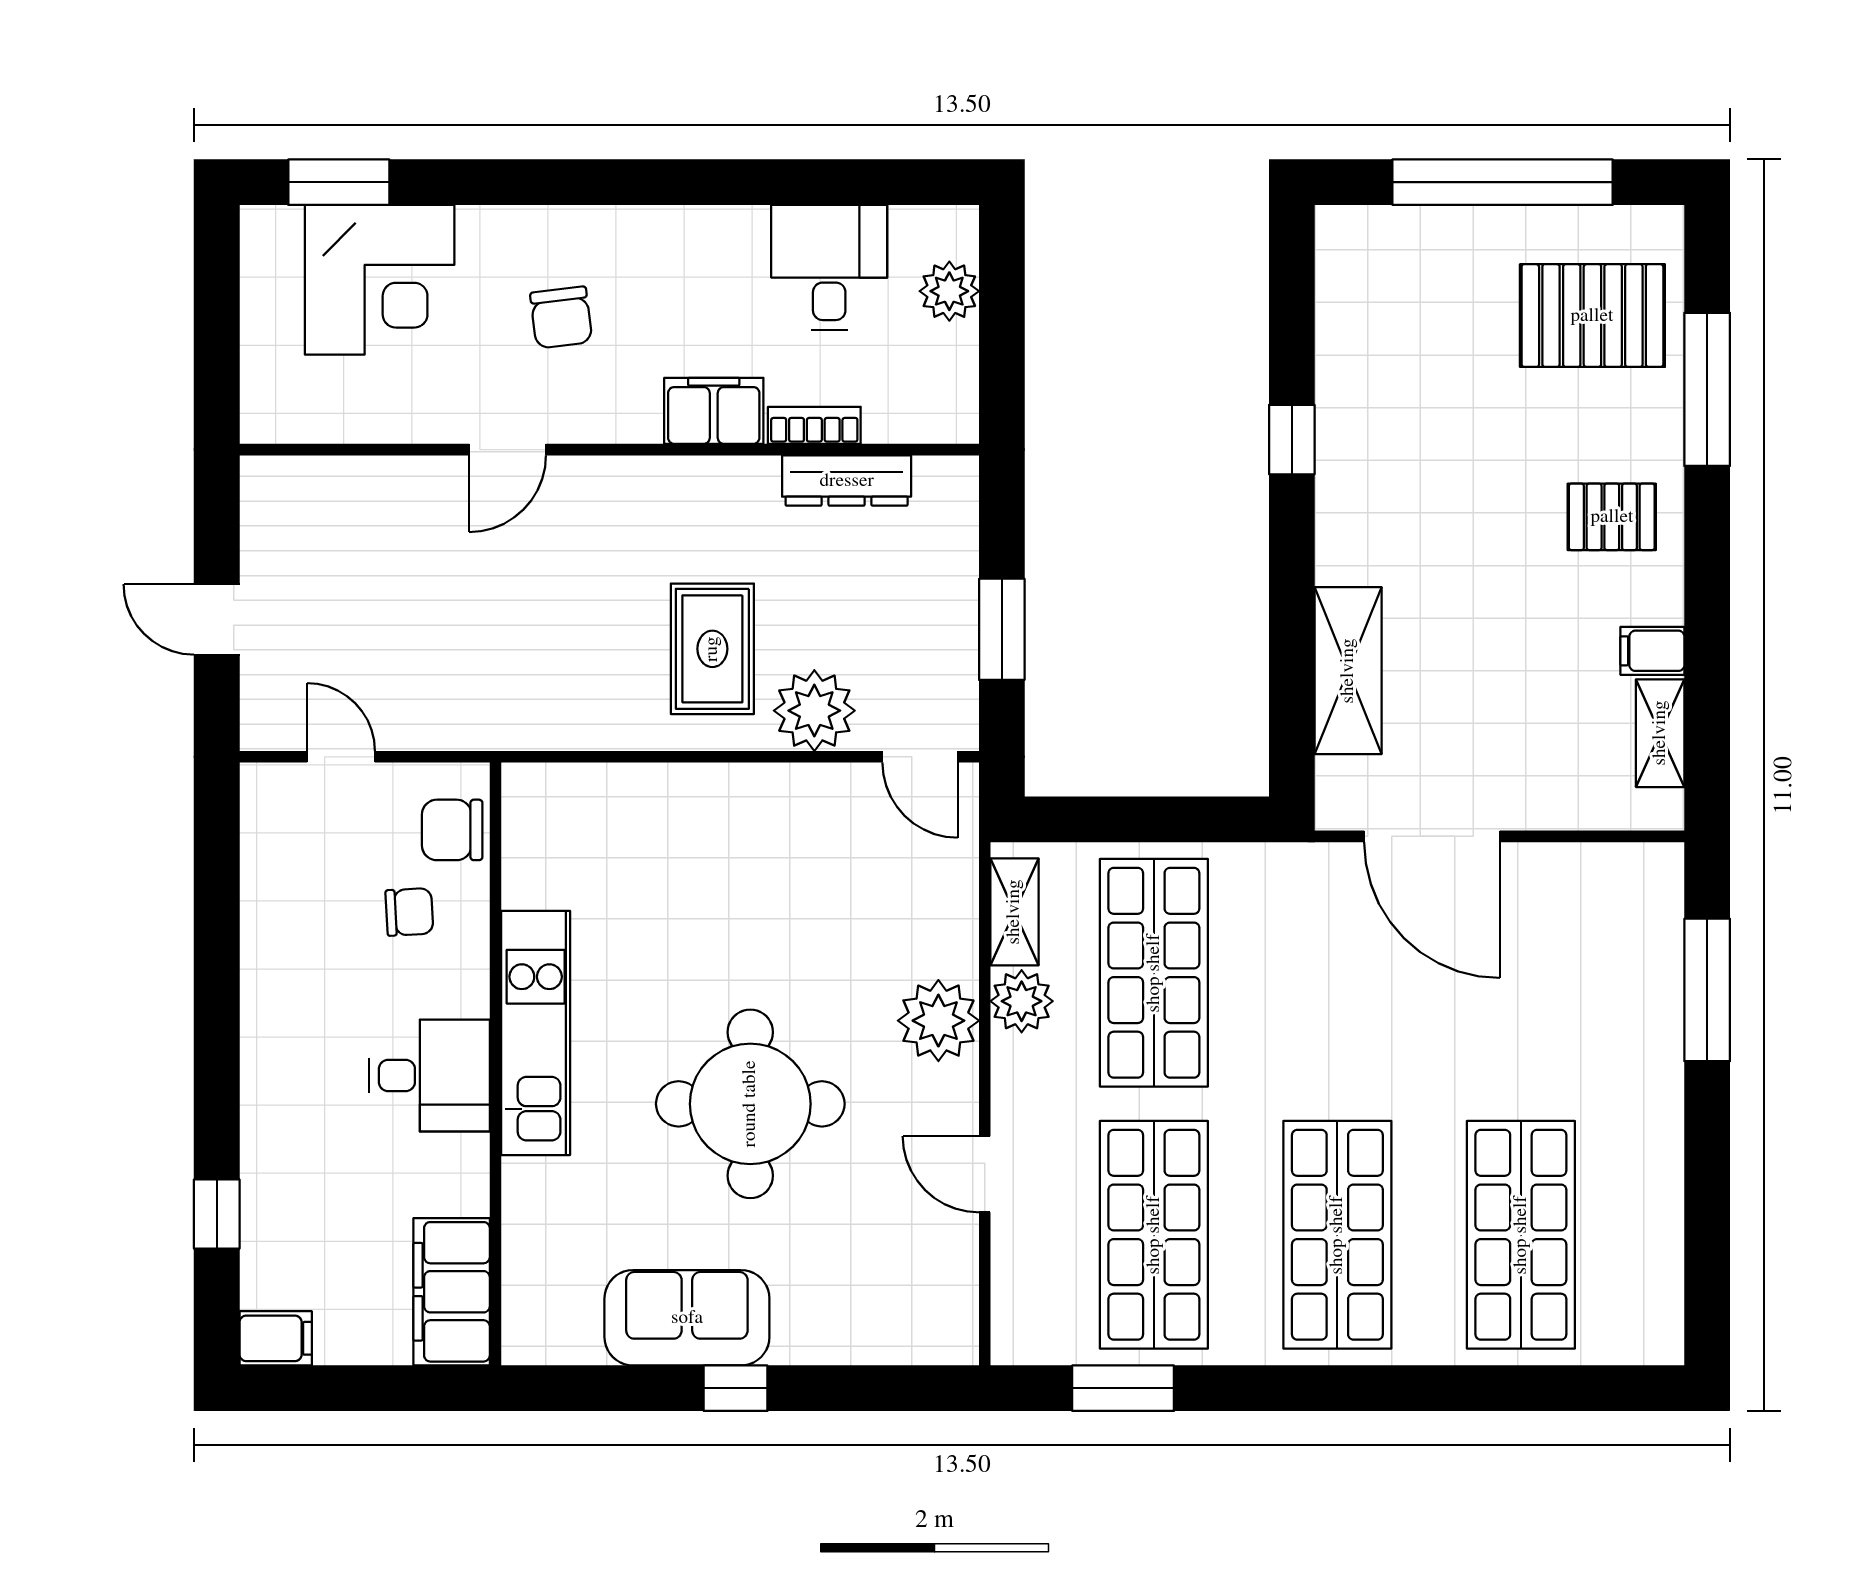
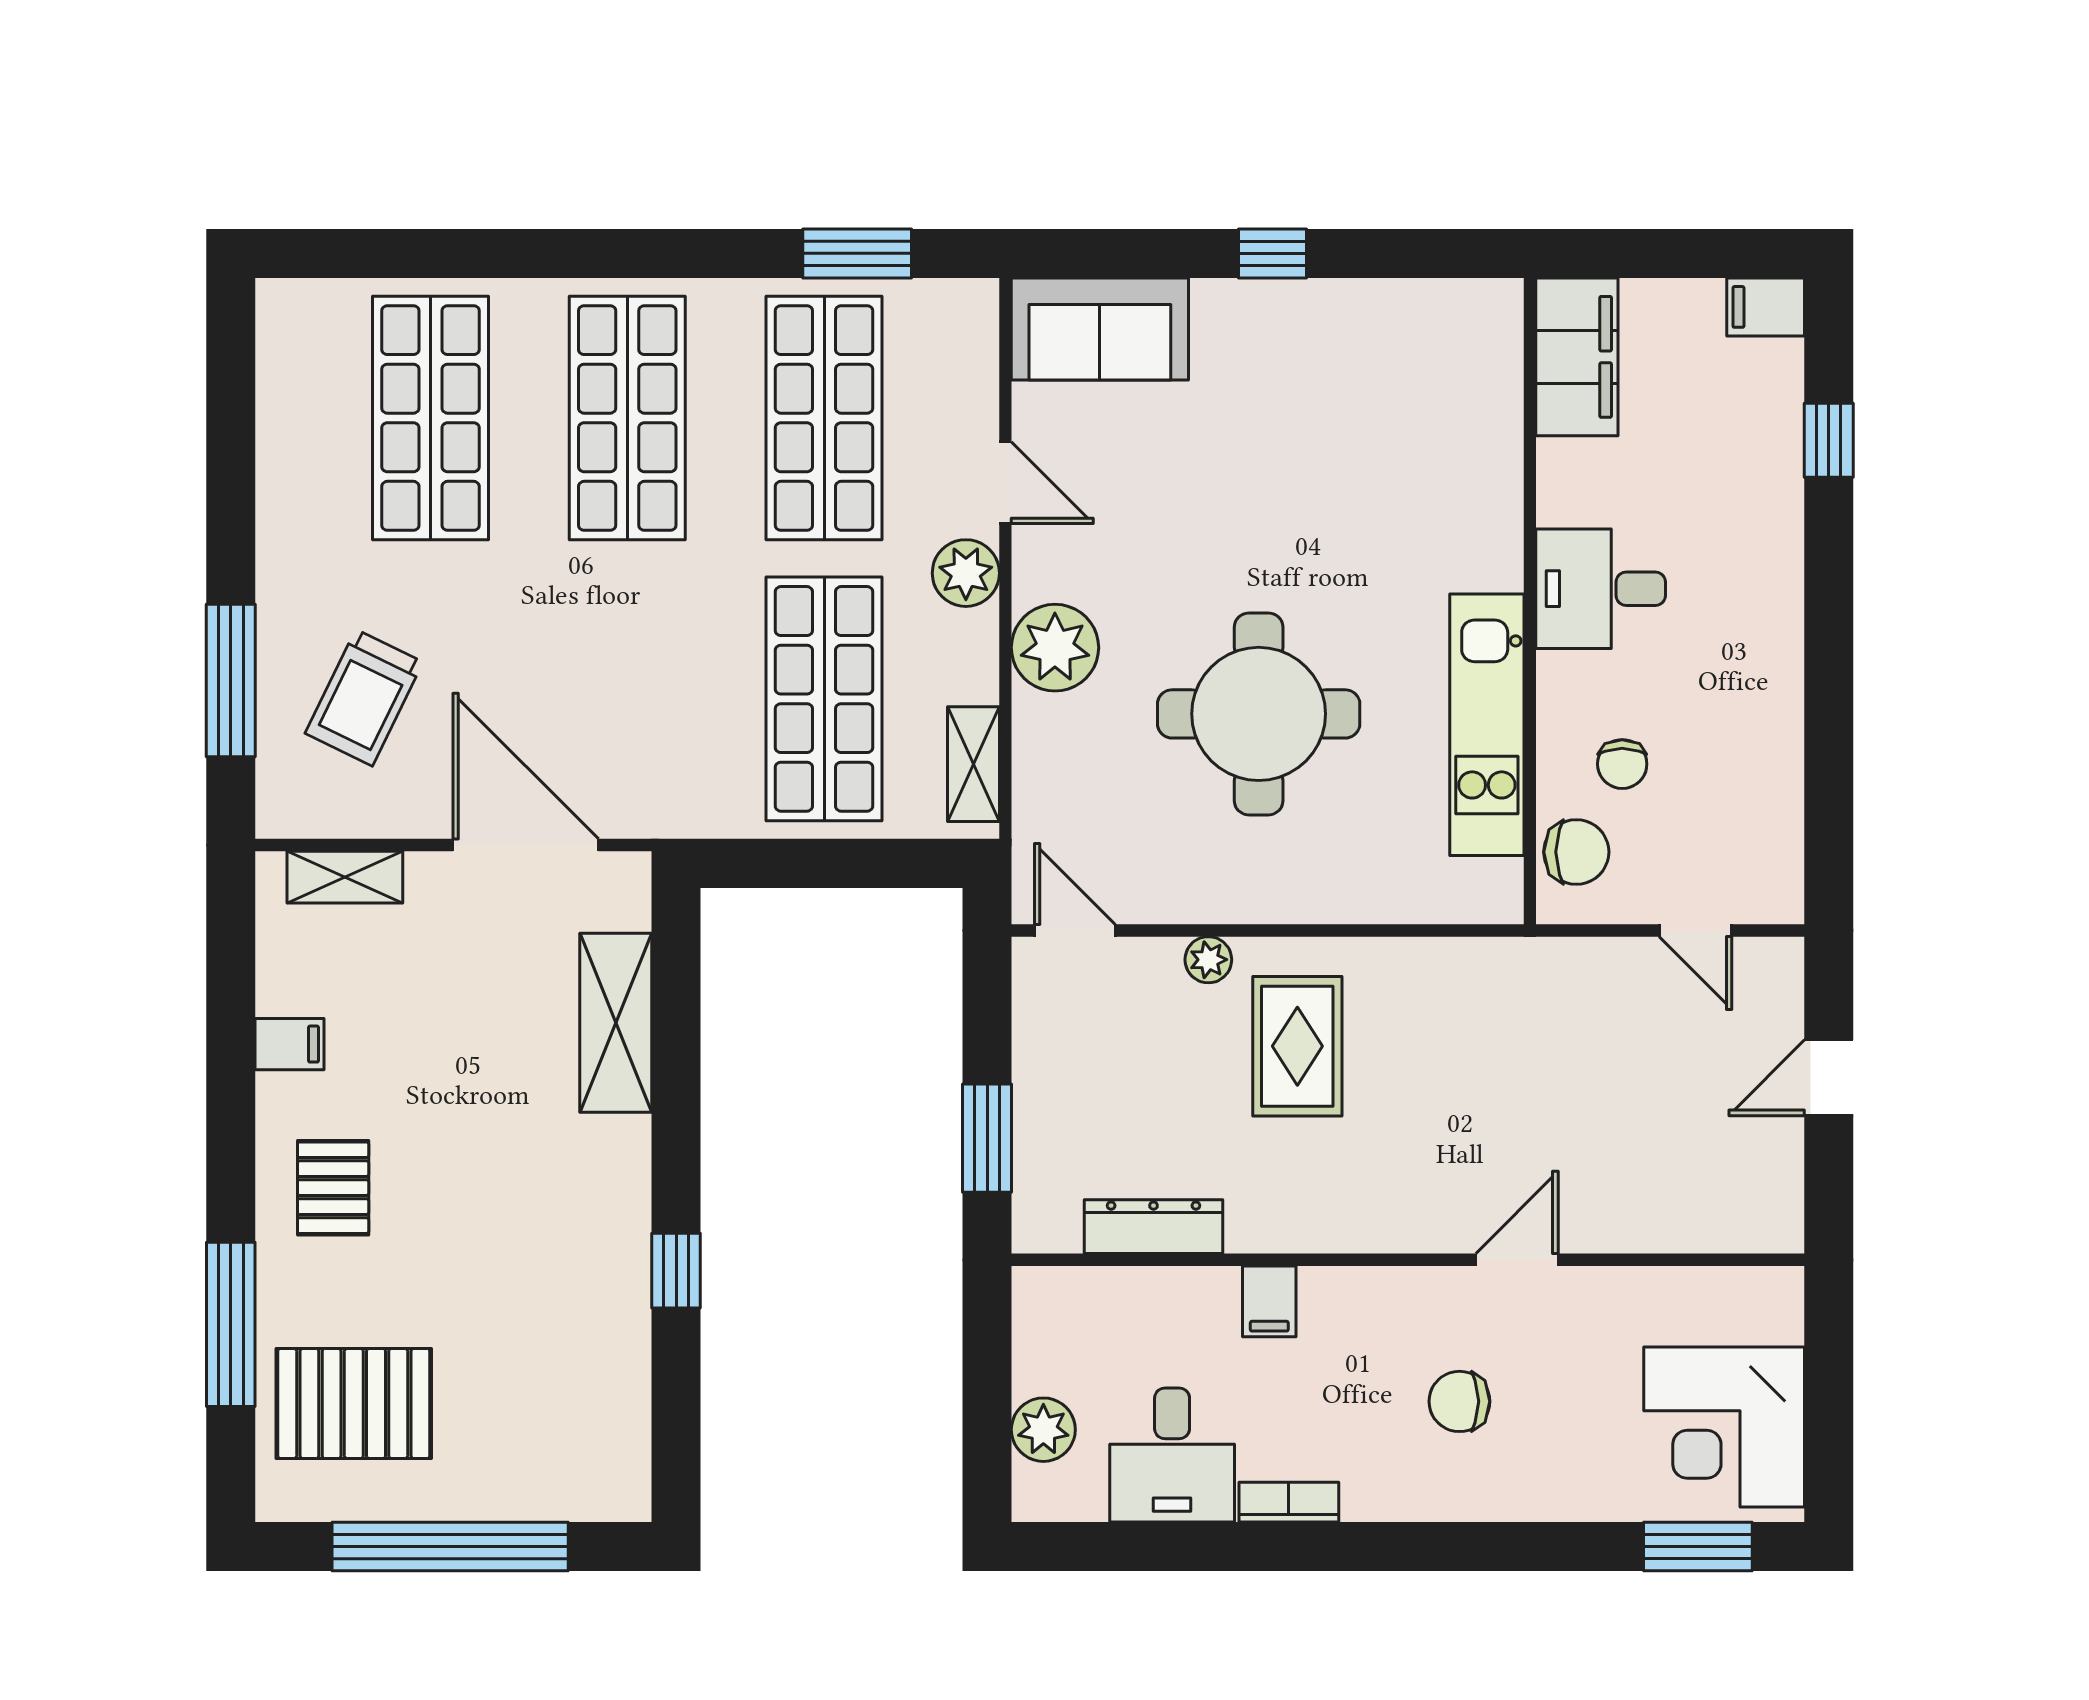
corner desk: (380, 280) -> (1724, 1427), moved, turned -90
chair: (561, 317) -> (1459, 1401), turned -83
filing cabinet: (714, 411) -> (1269, 1301), width x0.50
bookcase: (814, 425) -> (1289, 1502), moved, turned 180
pallet: (1612, 517) -> (333, 1188), turned 90
door: (217, 619) -> (1829, 1078), swing flipped
window: (1002, 629) -> (987, 1138), moved
plant: (814, 711) -> (1208, 960), width x0.53, depth x0.53
shelving: (1660, 733) -> (345, 877), moved, turned 90
chair: (409, 912) -> (1622, 764), turned -87
trolley: (1583, 974) -> (364, 698), added
plant: (1022, 1001) -> (966, 573), moved
kitchen unit: (536, 1033) -> (1487, 725), moved
round table: (750, 1104) -> (1259, 714), moved
sofa: (687, 1318) -> (1100, 329), moved

